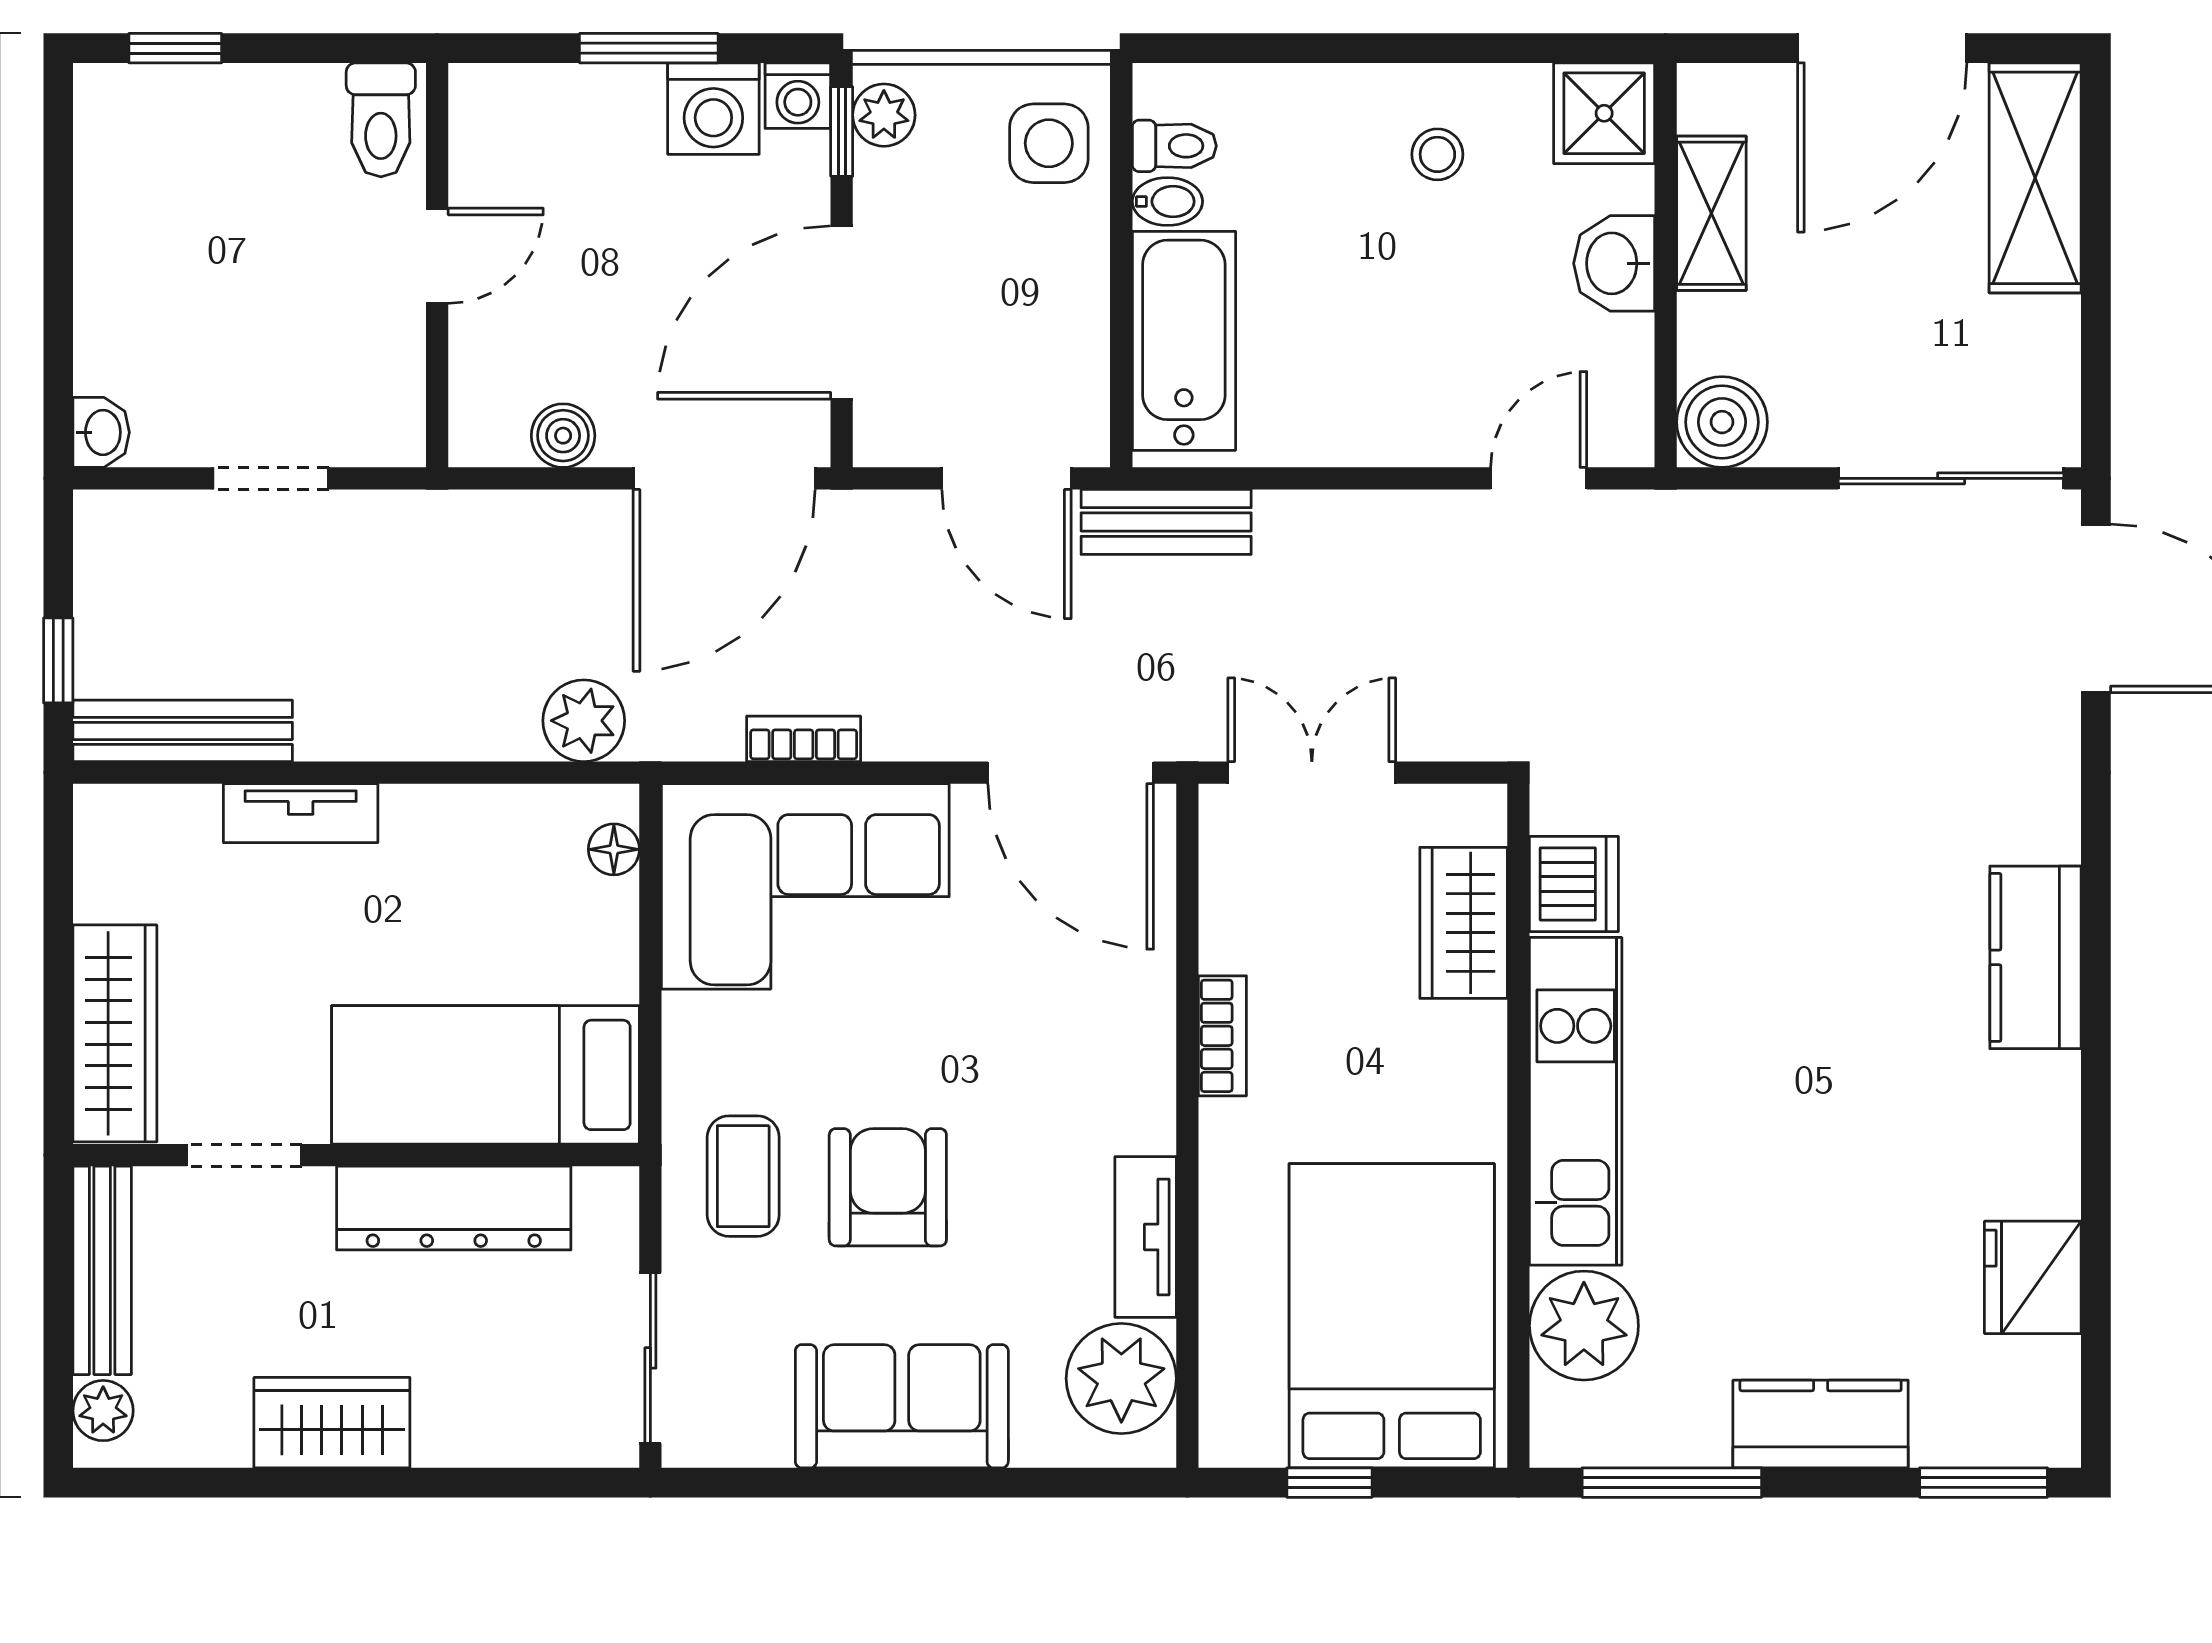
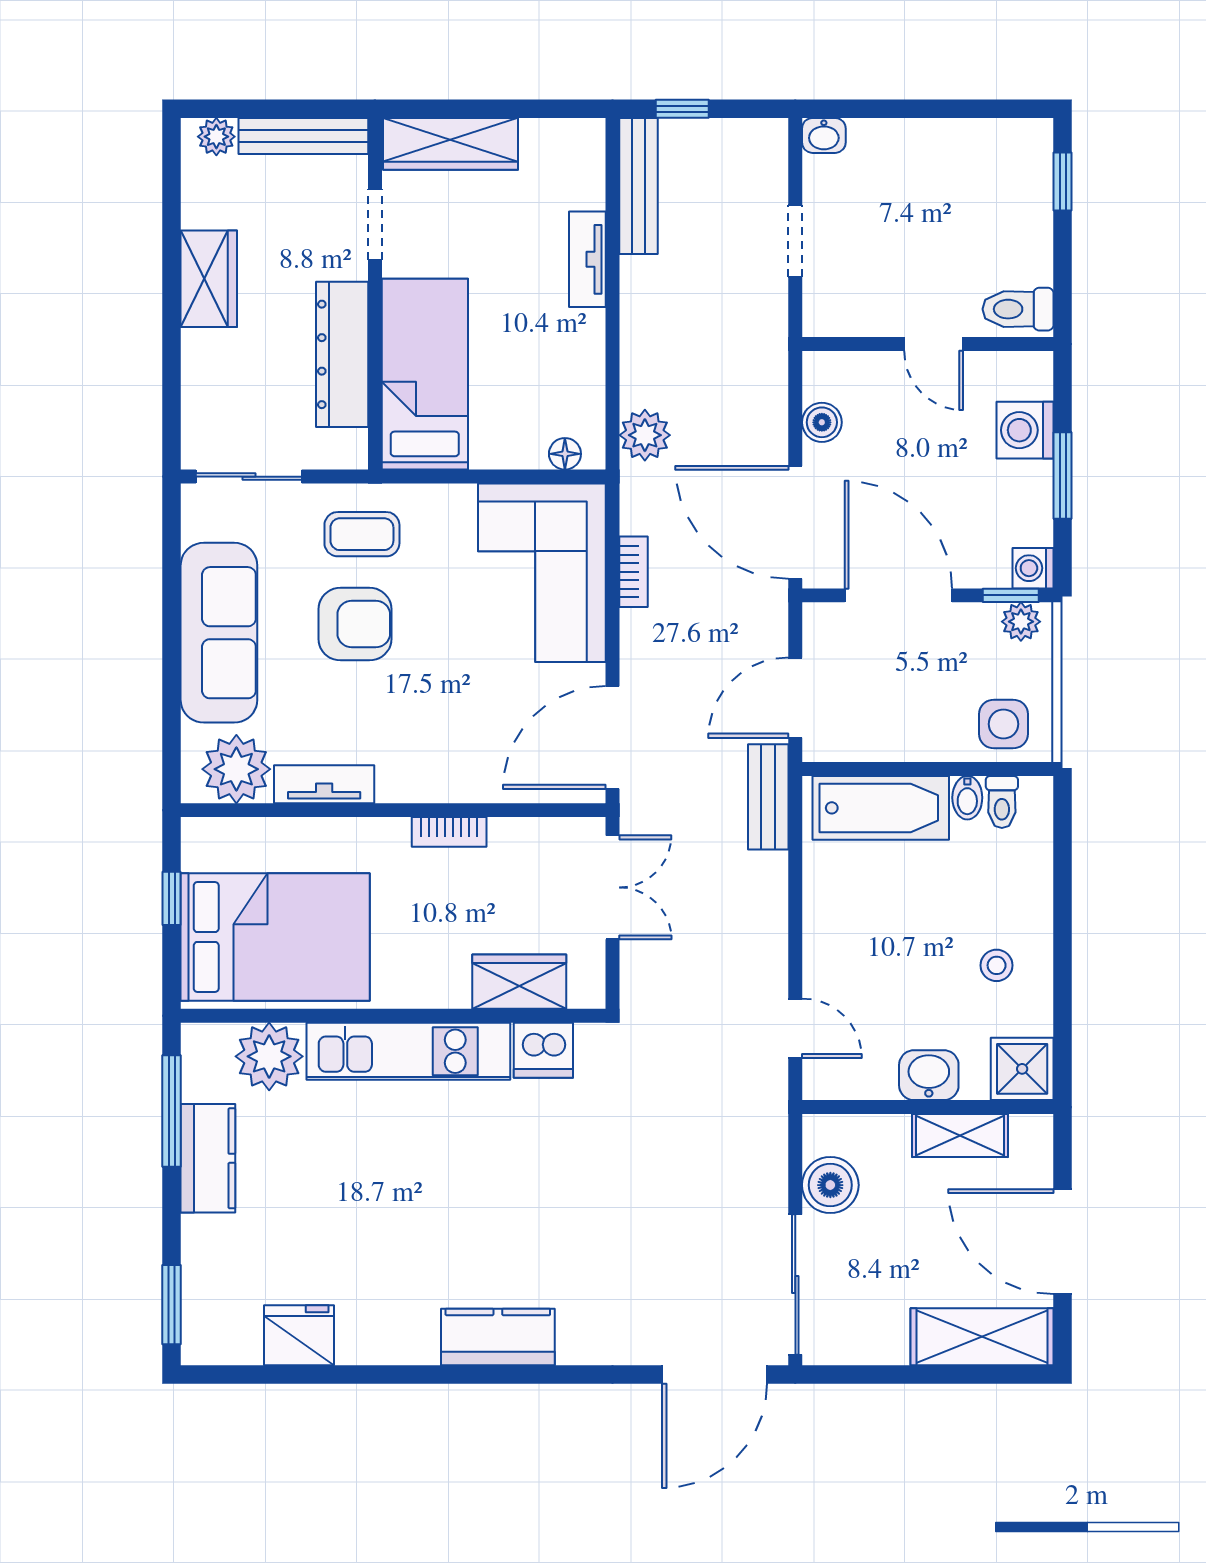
washing machine: (713, 109) -> (1025, 430), moved
boiler: (1722, 422) -> (830, 1185), moved
sofa: (902, 1406) -> (219, 633), width x1.36
kitchen counter: (1821, 1424) -> (208, 1158), moved

